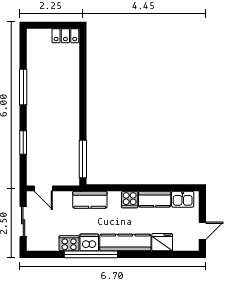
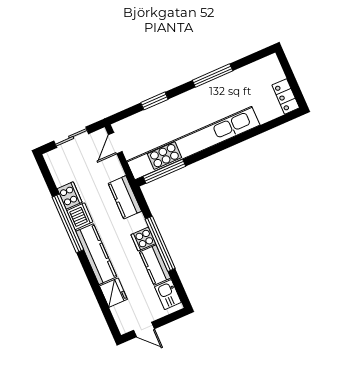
kitchen unit: (70, 126) -> (193, 143), added
window: (139, 188) -> (160, 244), added

